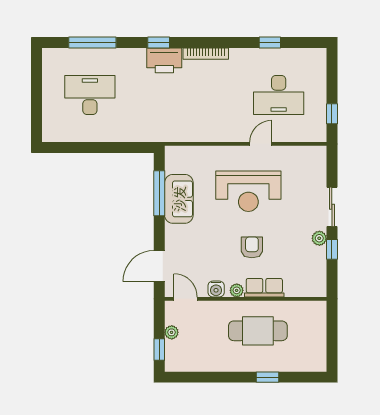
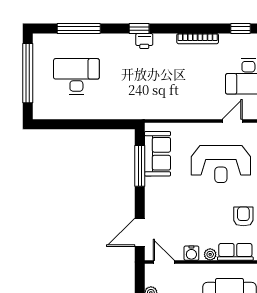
bookcase: (206, 54) -> (198, 39), moved
printer: (164, 60) -> (144, 41), width x0.53, depth x0.68
window: (36, 91) -> (28, 73), added
sofa: (179, 199) -> (158, 154), moved
armchair: (252, 247) -> (243, 216), moved

